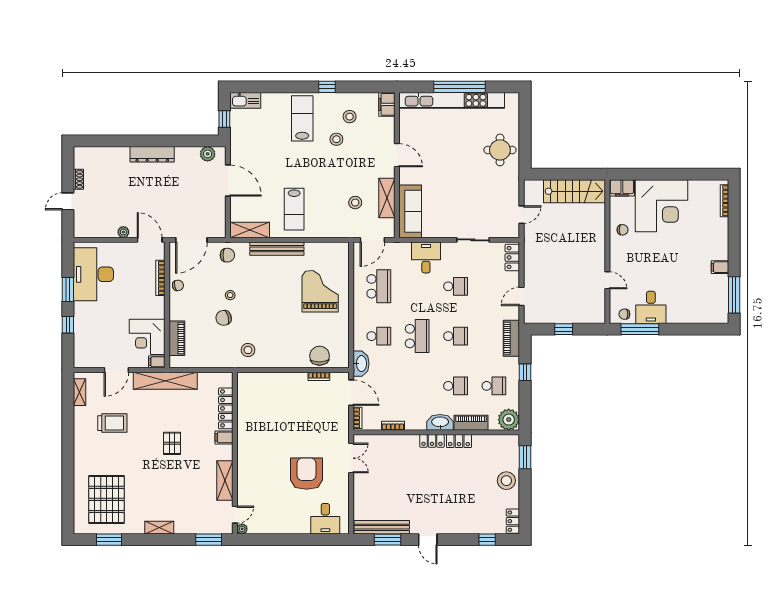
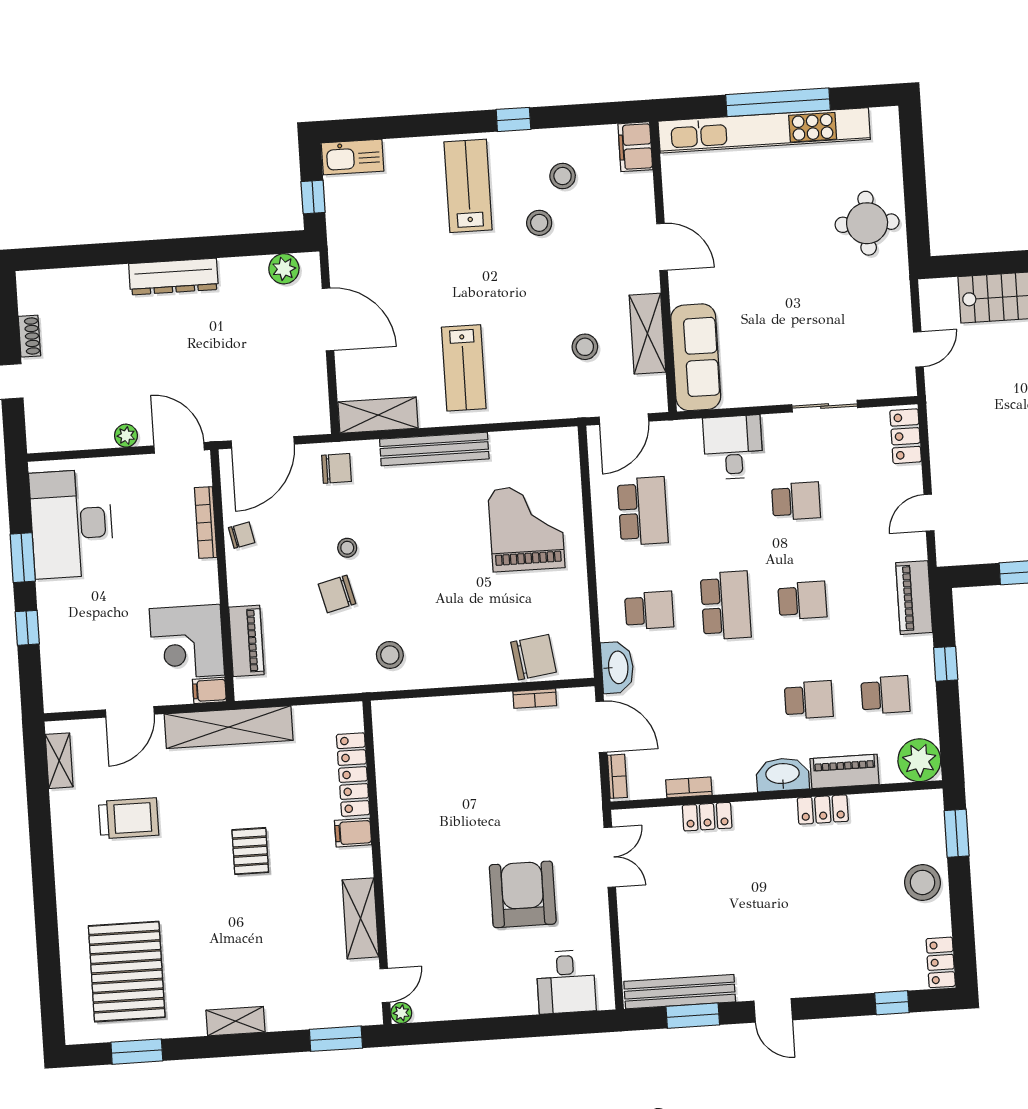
chair: (320, 356) -> (533, 657), turned 83
locker: (432, 441) -> (707, 817), moved

